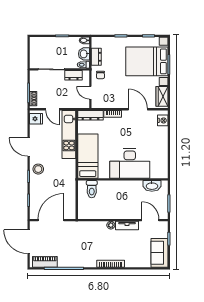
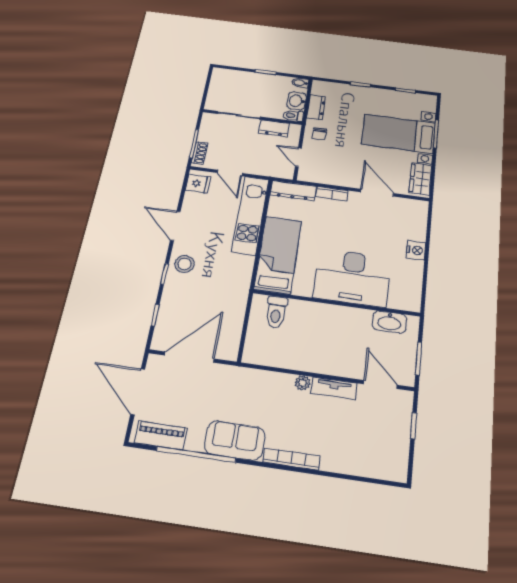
bed with nightstands: (147, 61) -> (398, 134), width x0.73
nightstand: (163, 120) -> (416, 250), moved
sofa: (159, 253) -> (235, 441), moved, turned 90

